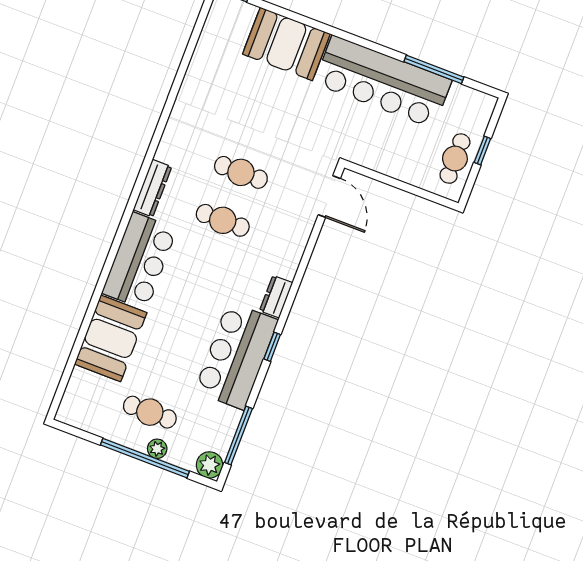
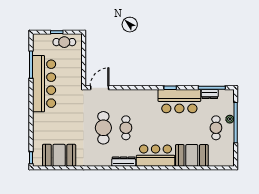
booth: (286, 44) -> (59, 155), moved, turned 90
cafe table: (241, 172) -> (103, 128), width x1.37, depth x1.35
dresser: (276, 297) -> (210, 94), moved
plant: (210, 465) -> (228, 95), removed

